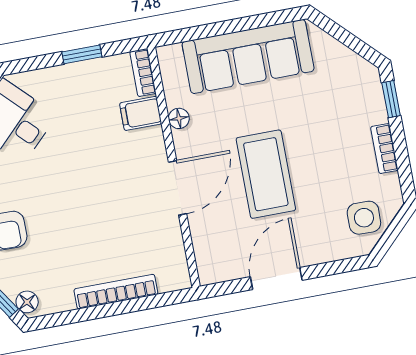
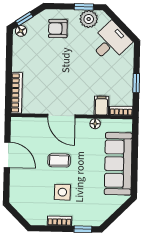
coffee table: (266, 174) -> (59, 160), width x0.54, depth x0.58
side table: (364, 218) -> (62, 192), moved
bookcase: (116, 292) -> (17, 93), moved

